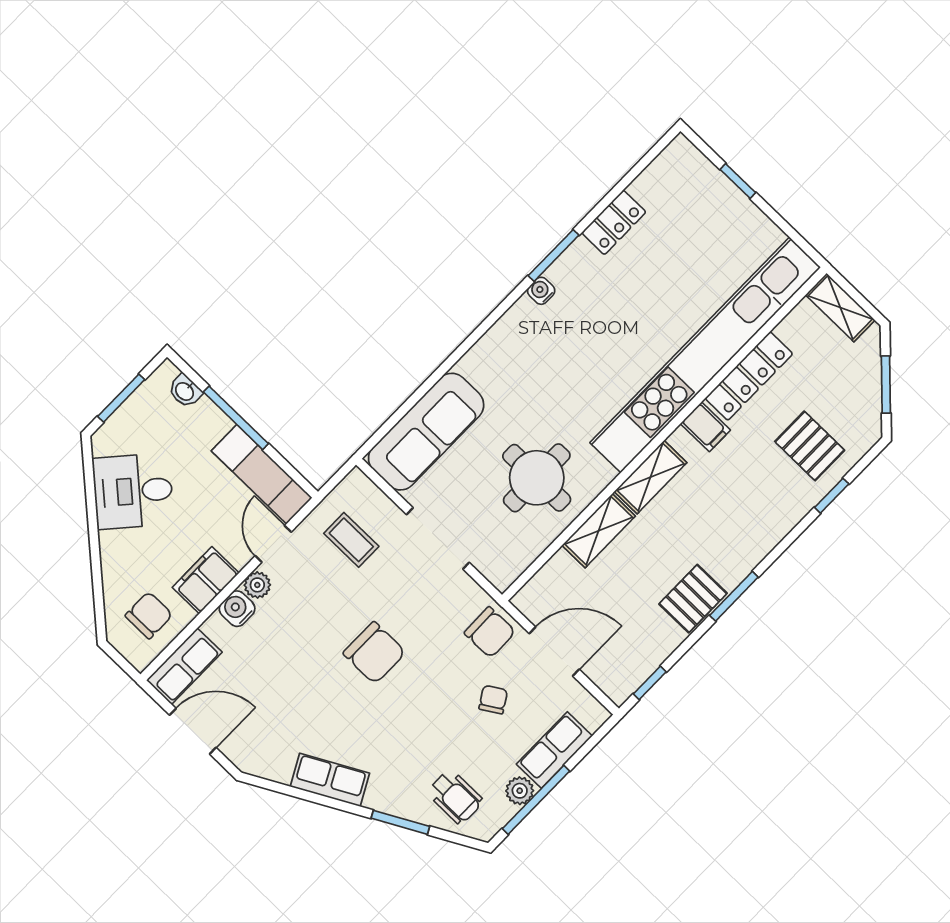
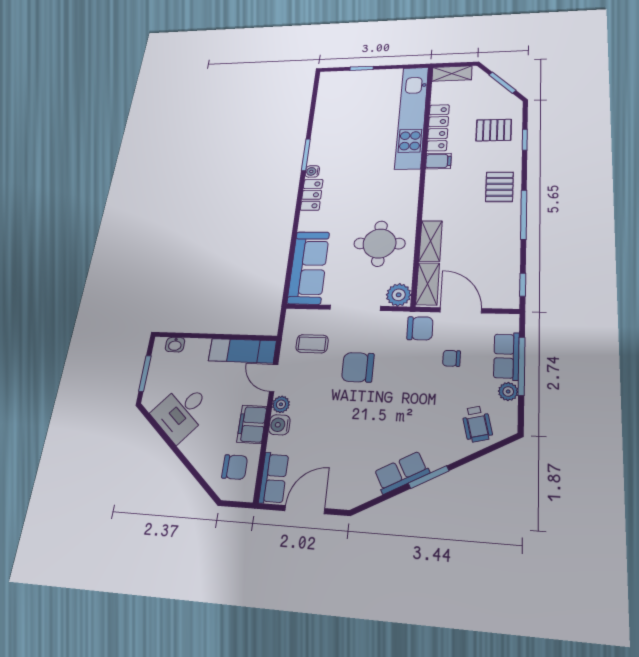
locker: (614, 222) -> (312, 195), moved
kitchen unit: (705, 355) -> (412, 117), width x0.73
window: (236, 418) -> (210, 336), removed
shelving: (651, 477) -> (428, 284), moved
plant: (502, 568) -> (399, 295), added
window: (734, 596) -> (524, 215), width x1.44
pallet: (693, 599) -> (499, 187), moved
chair: (149, 615) -> (235, 467), turned 90
door: (554, 651) -> (461, 310), hinge flipped
chair: (374, 653) -> (358, 367), moved, turned 180
chair: (493, 700) -> (451, 358), turned -58
wheelchair: (455, 797) -> (477, 424), turned 76
window: (536, 800) -> (522, 366), moved
window: (400, 822) -> (429, 477), moved

